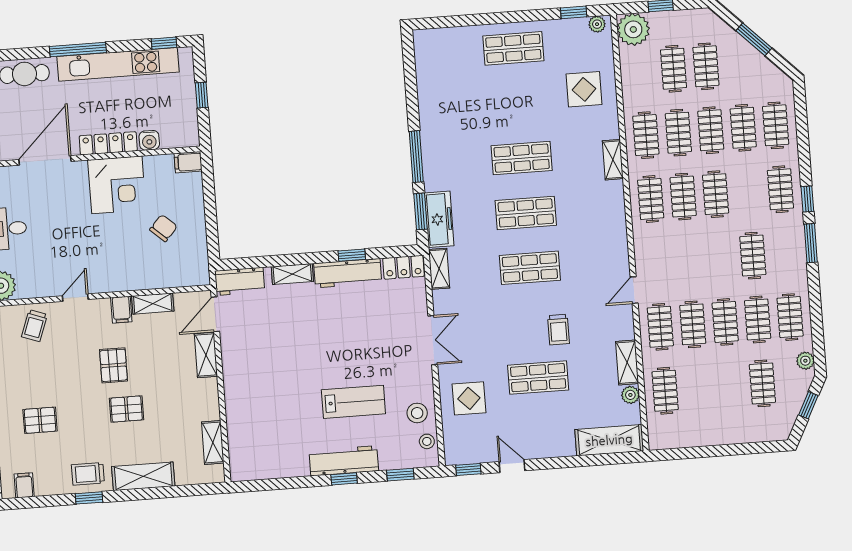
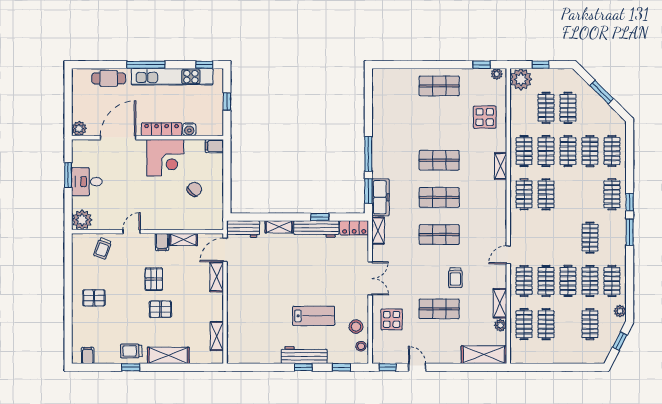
clothes rail: (716, 194) -> (546, 324), moved
pallet: (40, 420) -> (94, 298), moved

